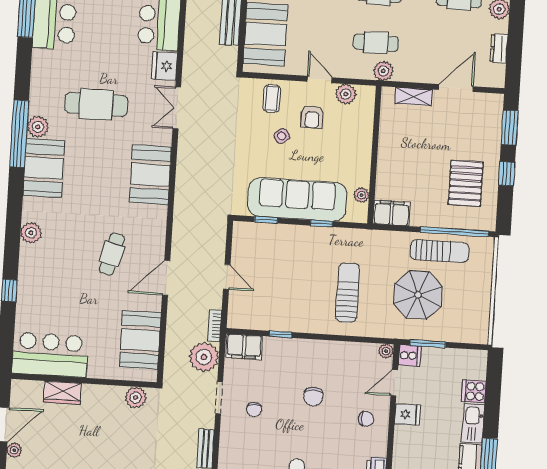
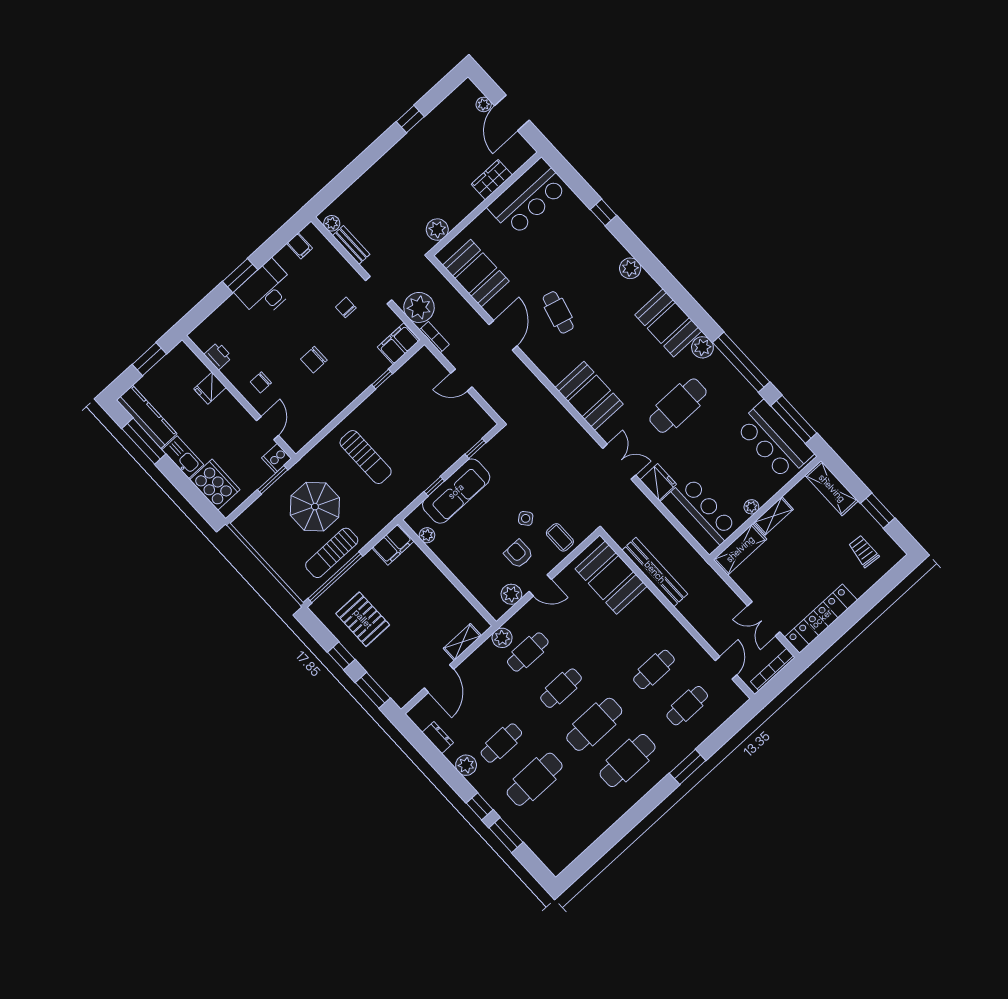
window: (19, 134) -> (741, 362), moved
sofa: (297, 199) -> (456, 491), width x0.74, depth x0.79
plant: (386, 351) -> (296, 444), removed
cooker: (474, 391) -> (215, 485), width x1.87, depth x1.31
chair: (313, 397) -> (314, 360), turned -90
fridge: (407, 414) -> (210, 388), moved

